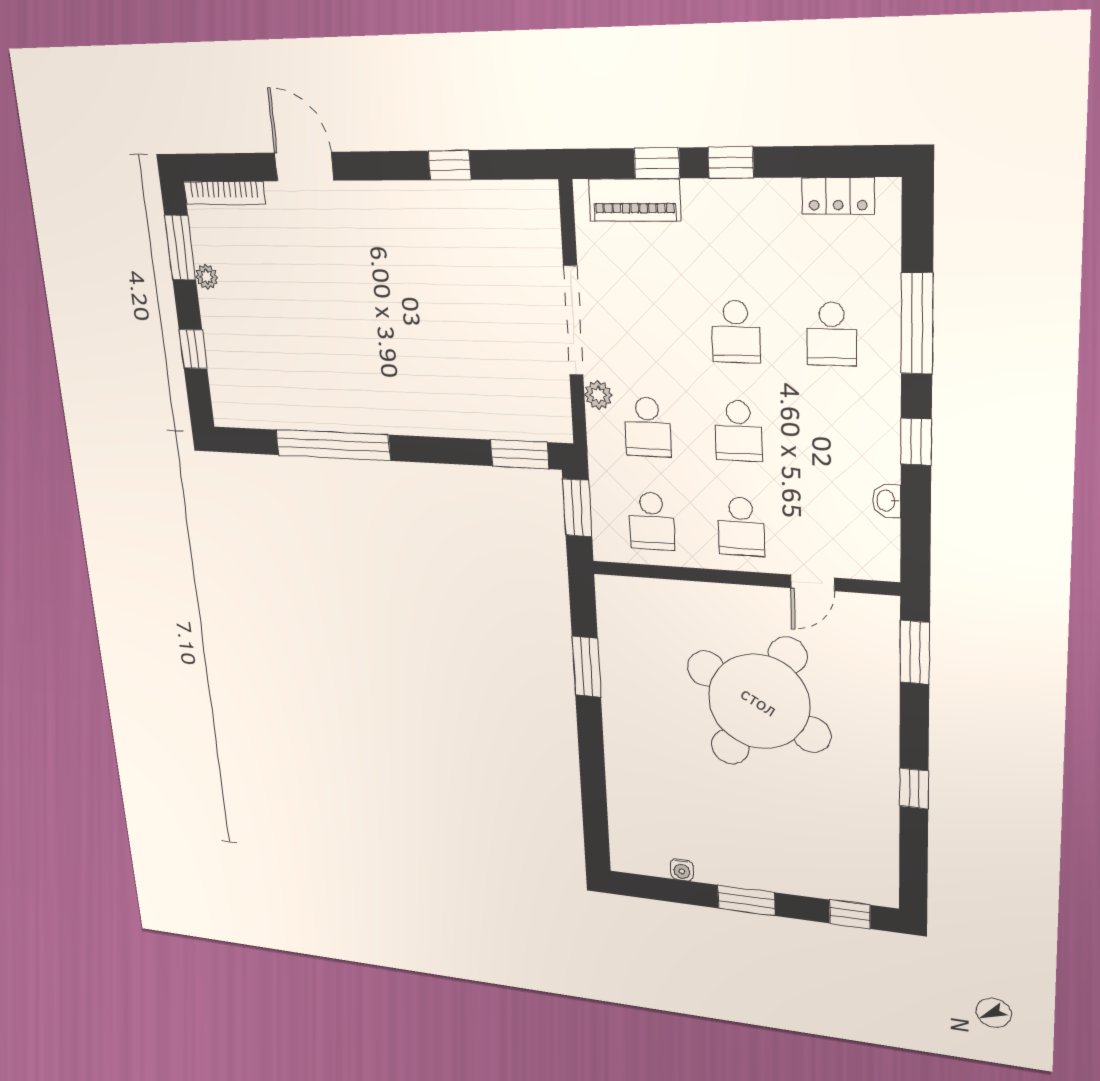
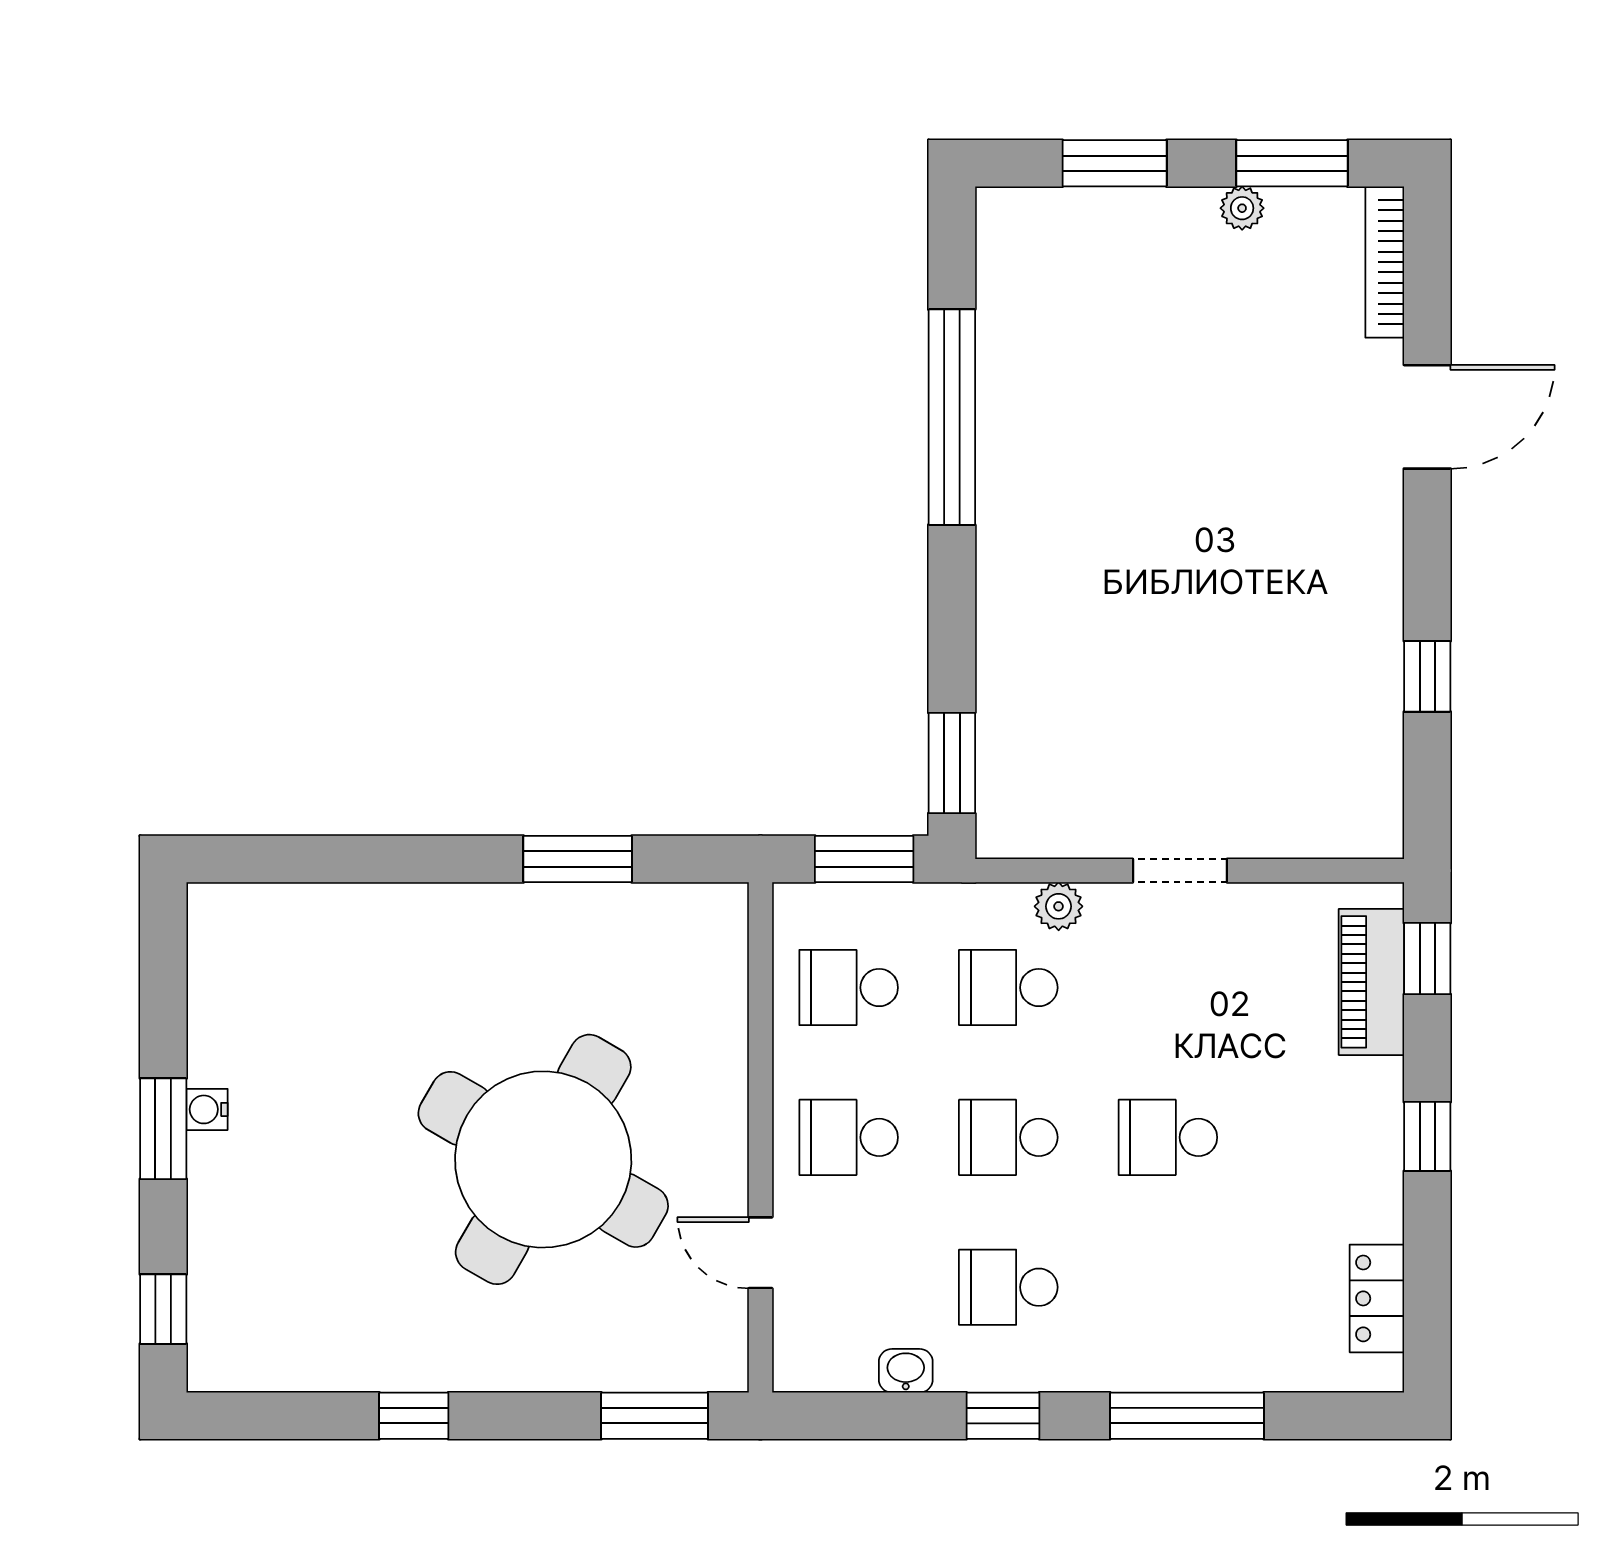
window: (657, 163) -> (1427, 959), moved
doorway: (573, 321) -> (1180, 871), width x0.53
school desk: (832, 334) -> (1008, 1287), moved
window: (193, 349) -> (1115, 163), width x1.50
water cooler: (682, 870) -> (207, 1109), moved

